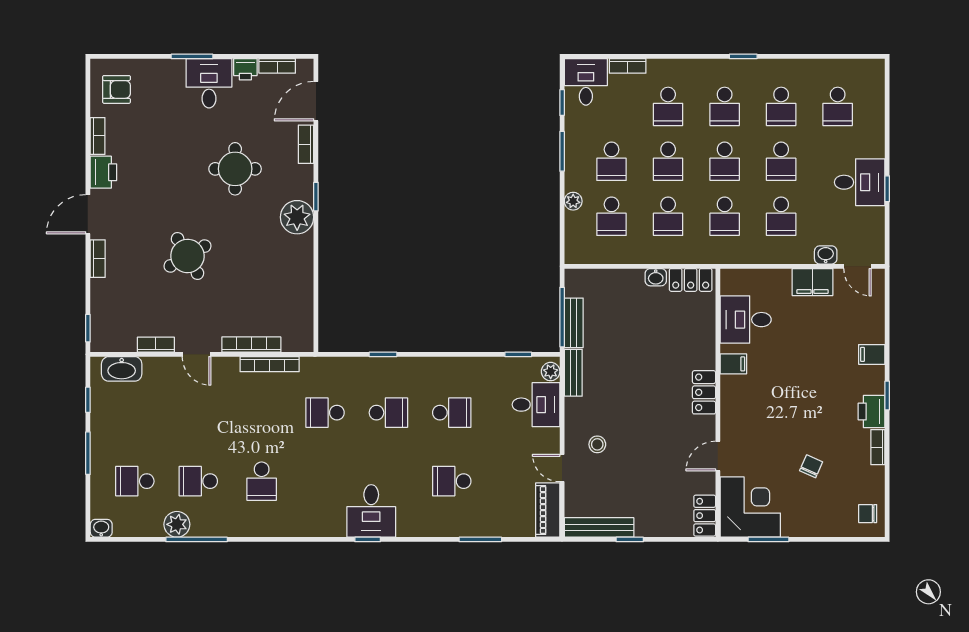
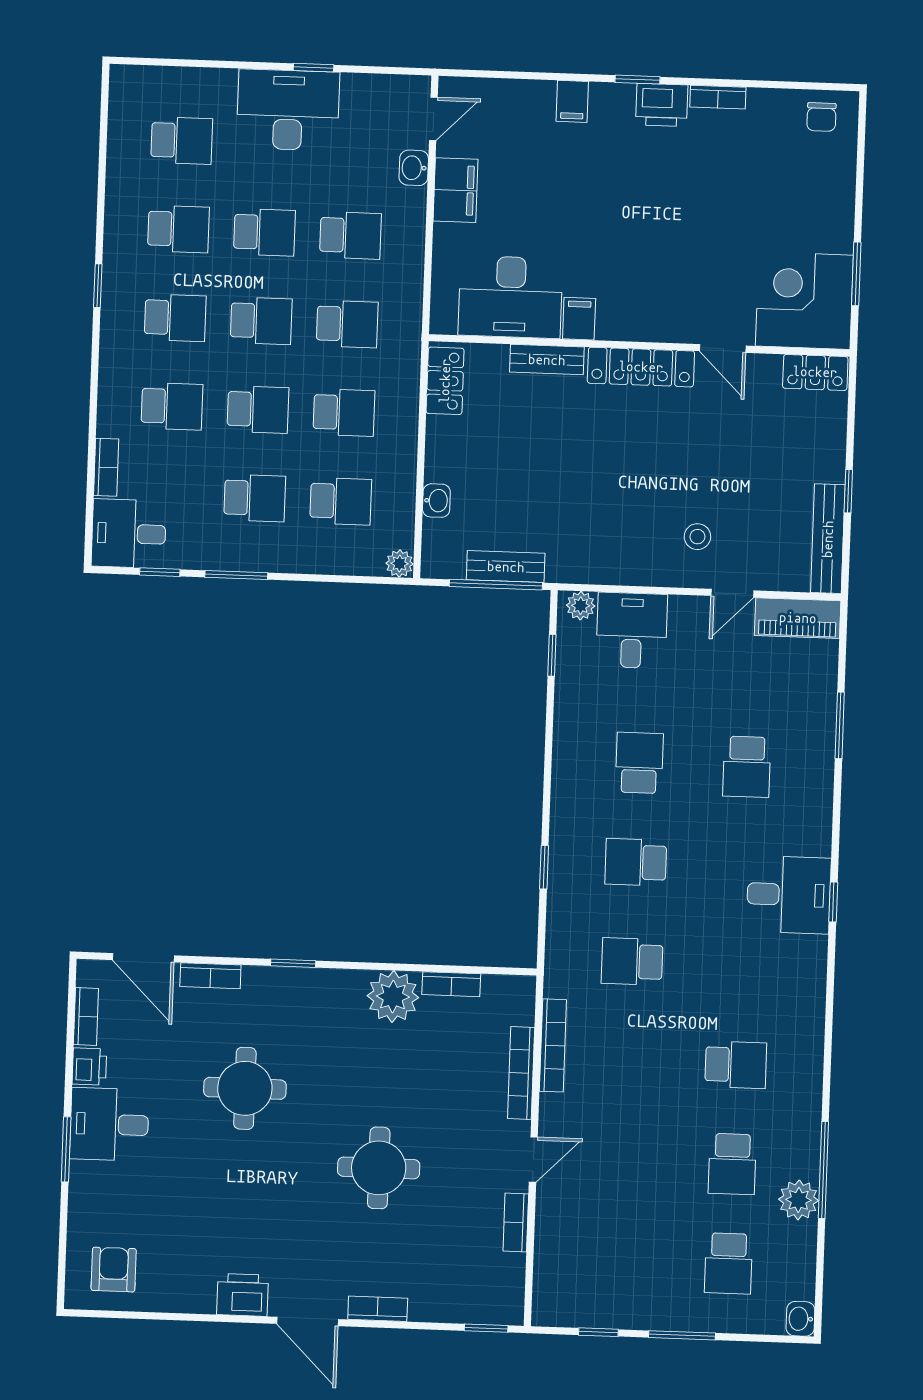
bookcase: (98, 136) -> (451, 984), moved, turned 180
desk: (860, 182) -> (288, 110), width x1.37
plant: (573, 201) -> (400, 564), moved
plant: (297, 217) -> (393, 997), moved
round table: (187, 256) -> (379, 1168), turned 30
washbasin: (656, 277) -> (436, 501), moved
desk: (746, 320) -> (510, 297), width x1.37
washbasin: (122, 369) -> (552, 1278), removed
bench: (573, 373) -> (547, 360), moved
locker: (704, 392) -> (641, 367), width x1.53
school desk: (325, 413) -> (632, 961), turned 90
school desk: (388, 413) -> (636, 862), turned -90
chair: (811, 466) -> (744, 203), removed

